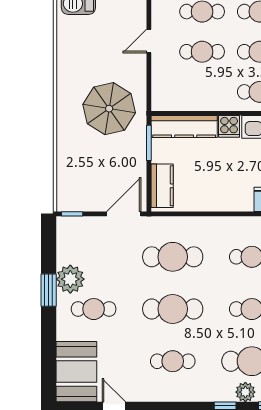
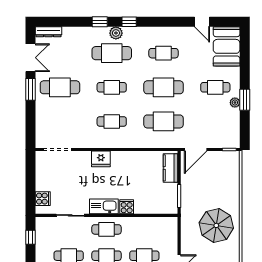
parasol: (109, 109) -> (216, 225), moved
kitchen counter: (184, 126) -> (156, 207), removed
plant: (70, 279) -> (235, 103), width x0.53, depth x0.53

